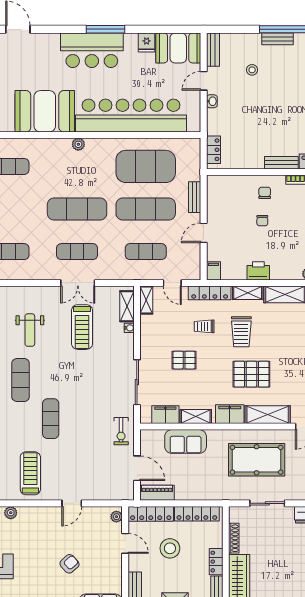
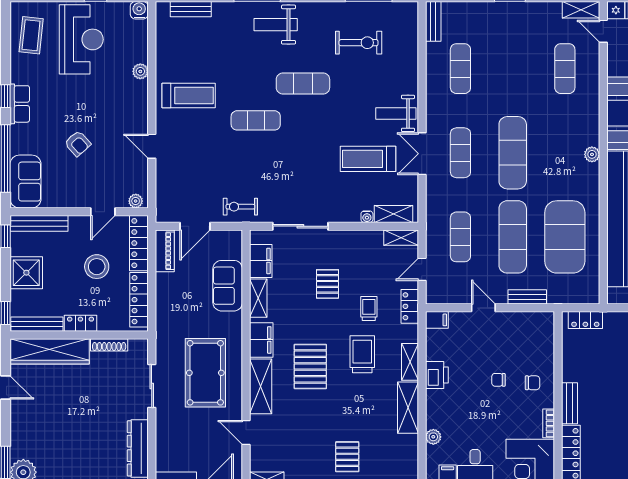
locker: (210, 293) -> (410, 306), width x0.66
weight bench: (30, 330) -> (396, 113), moved
trolley: (241, 332) -> (362, 354), turned 90

